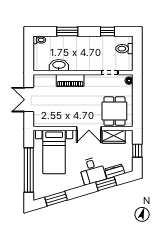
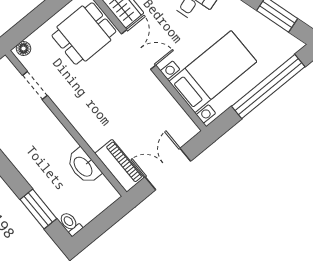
window: (67, 32) -> (38, 209), moved
piano: (70, 80) -> (119, 166), moved
double door: (29, 100) -> (168, 169), swing flipped

